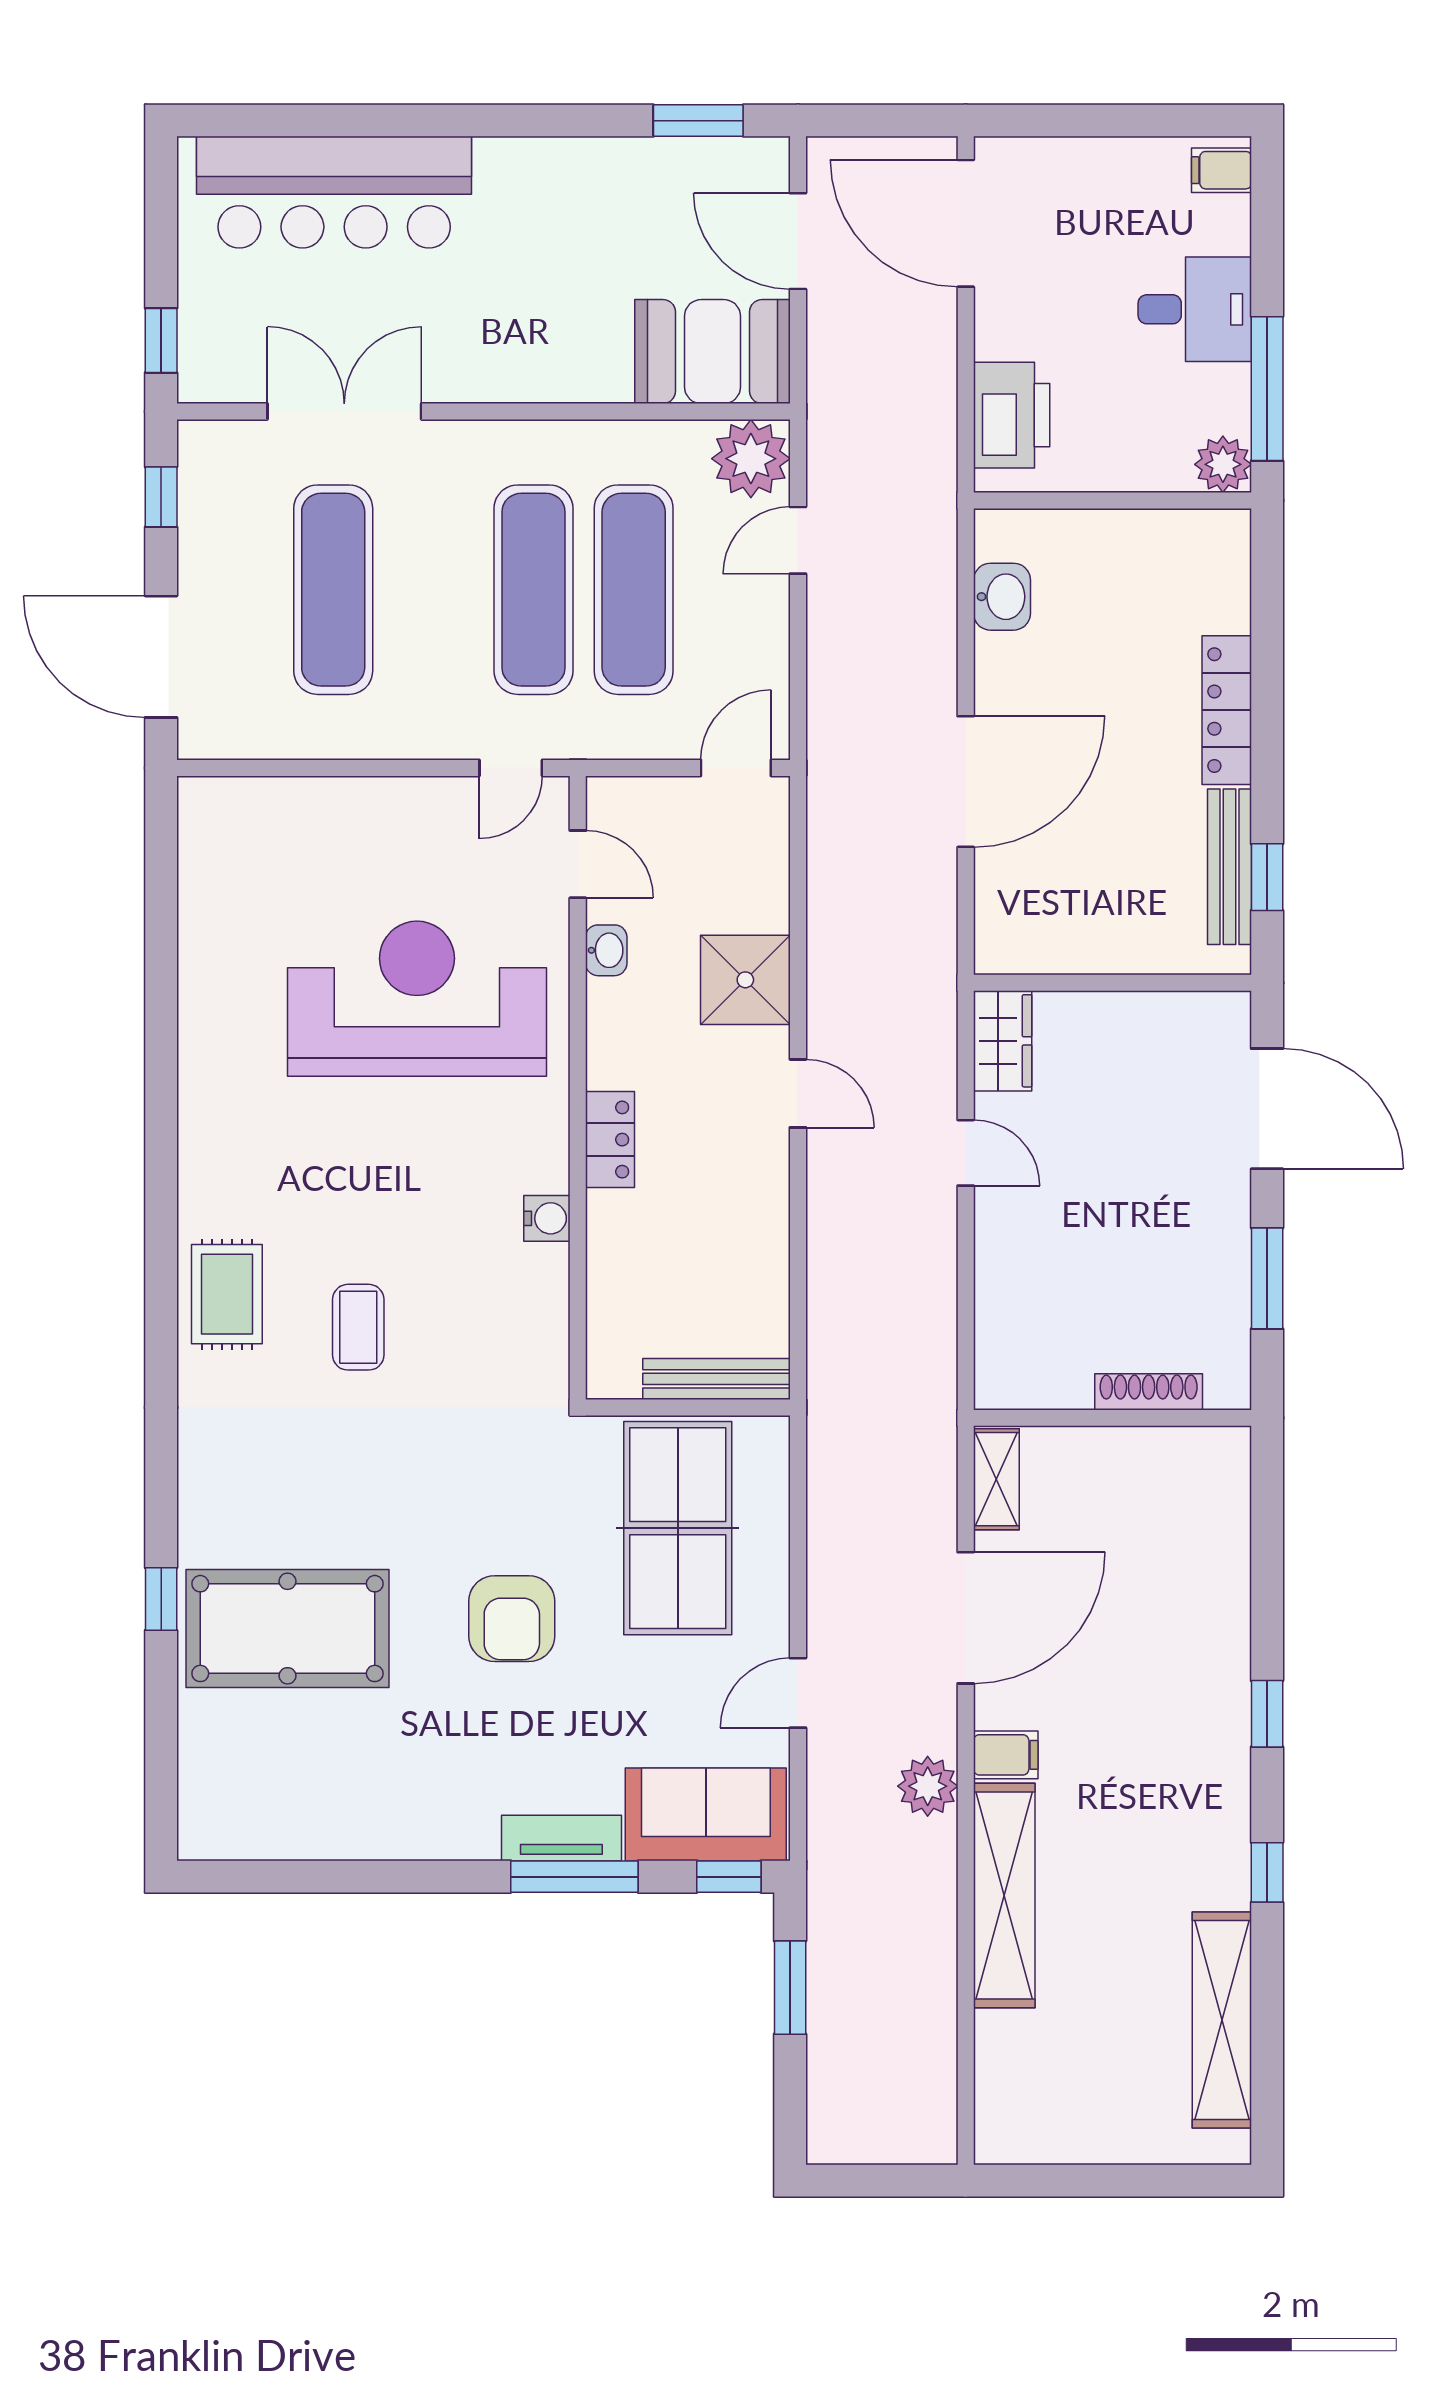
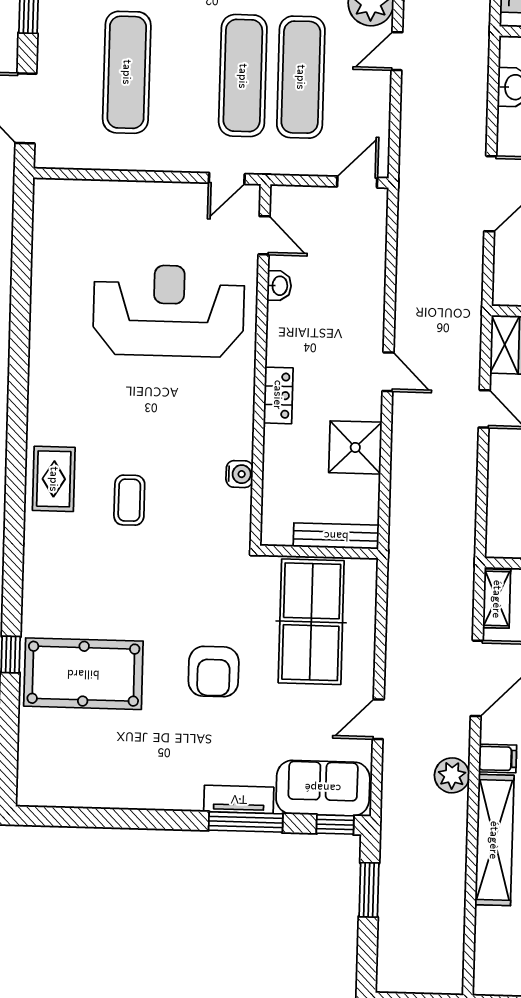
shower: (745, 980) -> (355, 447), moved
water cooler: (547, 1218) -> (239, 474), moved

